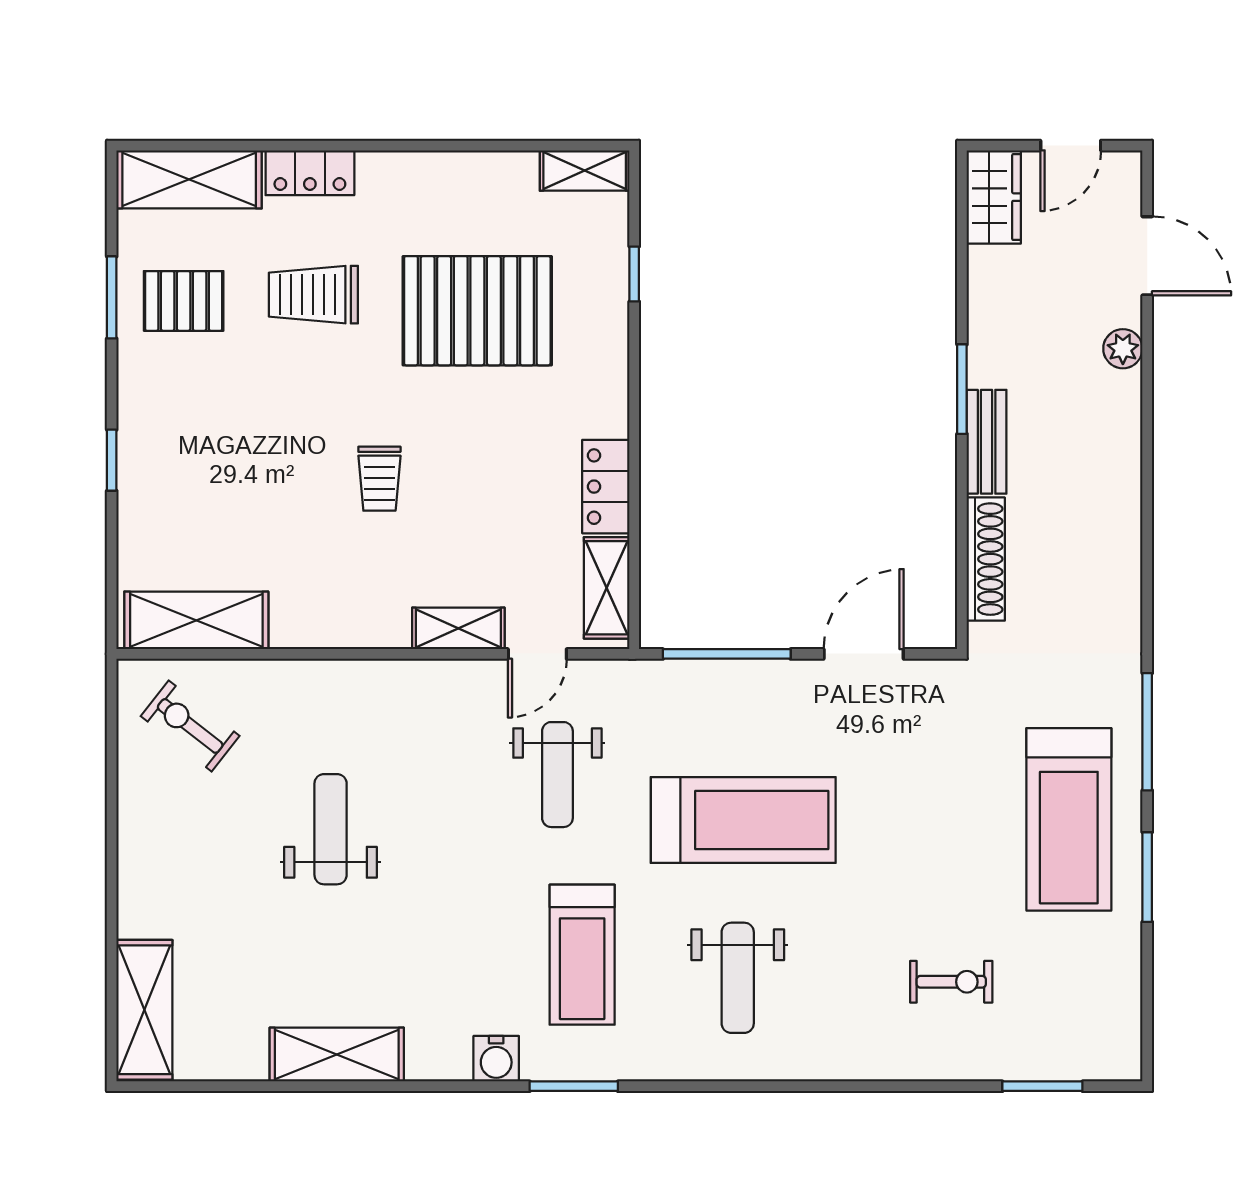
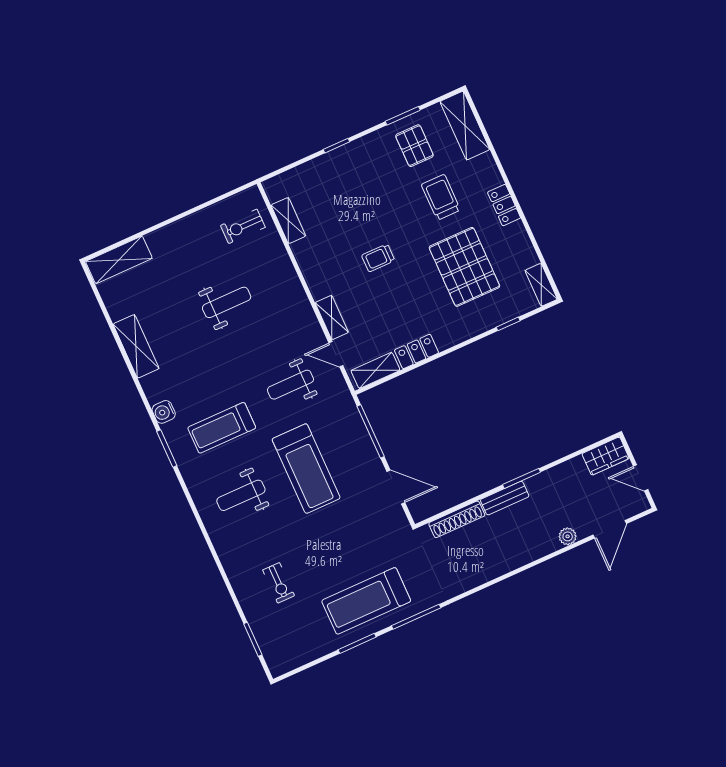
locker: (310, 173) -> (504, 205), moved
shelving: (196, 620) -> (288, 221), width x0.67, depth x0.75
exercise bike: (190, 726) -> (243, 226), turned -128

